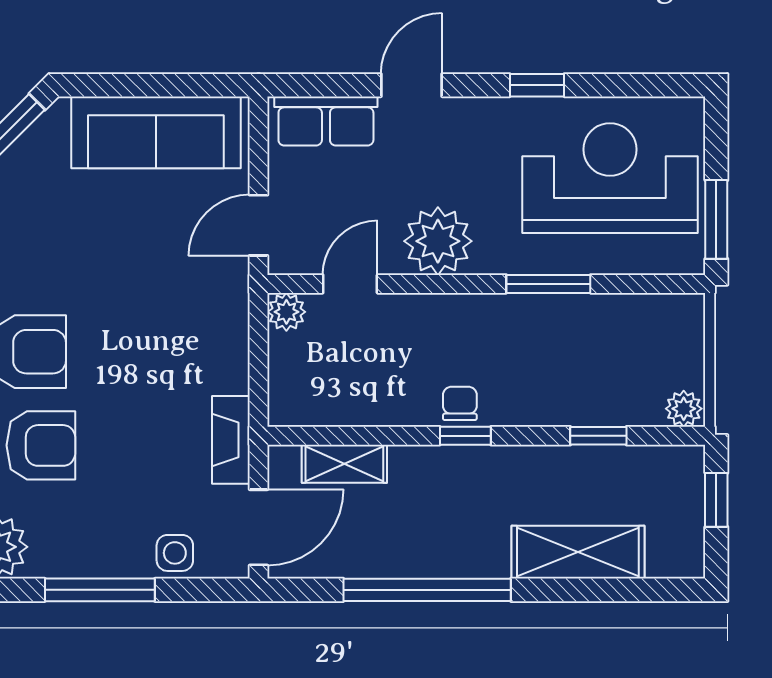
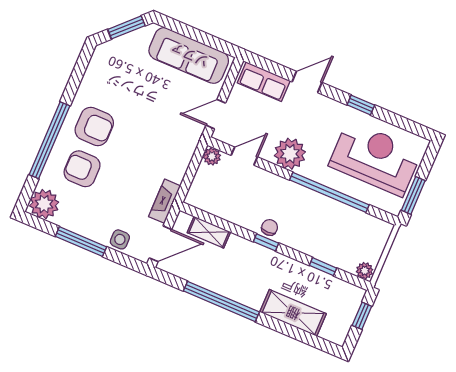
window: (548, 284) -> (329, 192), width x2.11
armchair: (41, 445) -> (82, 169), turned 180

